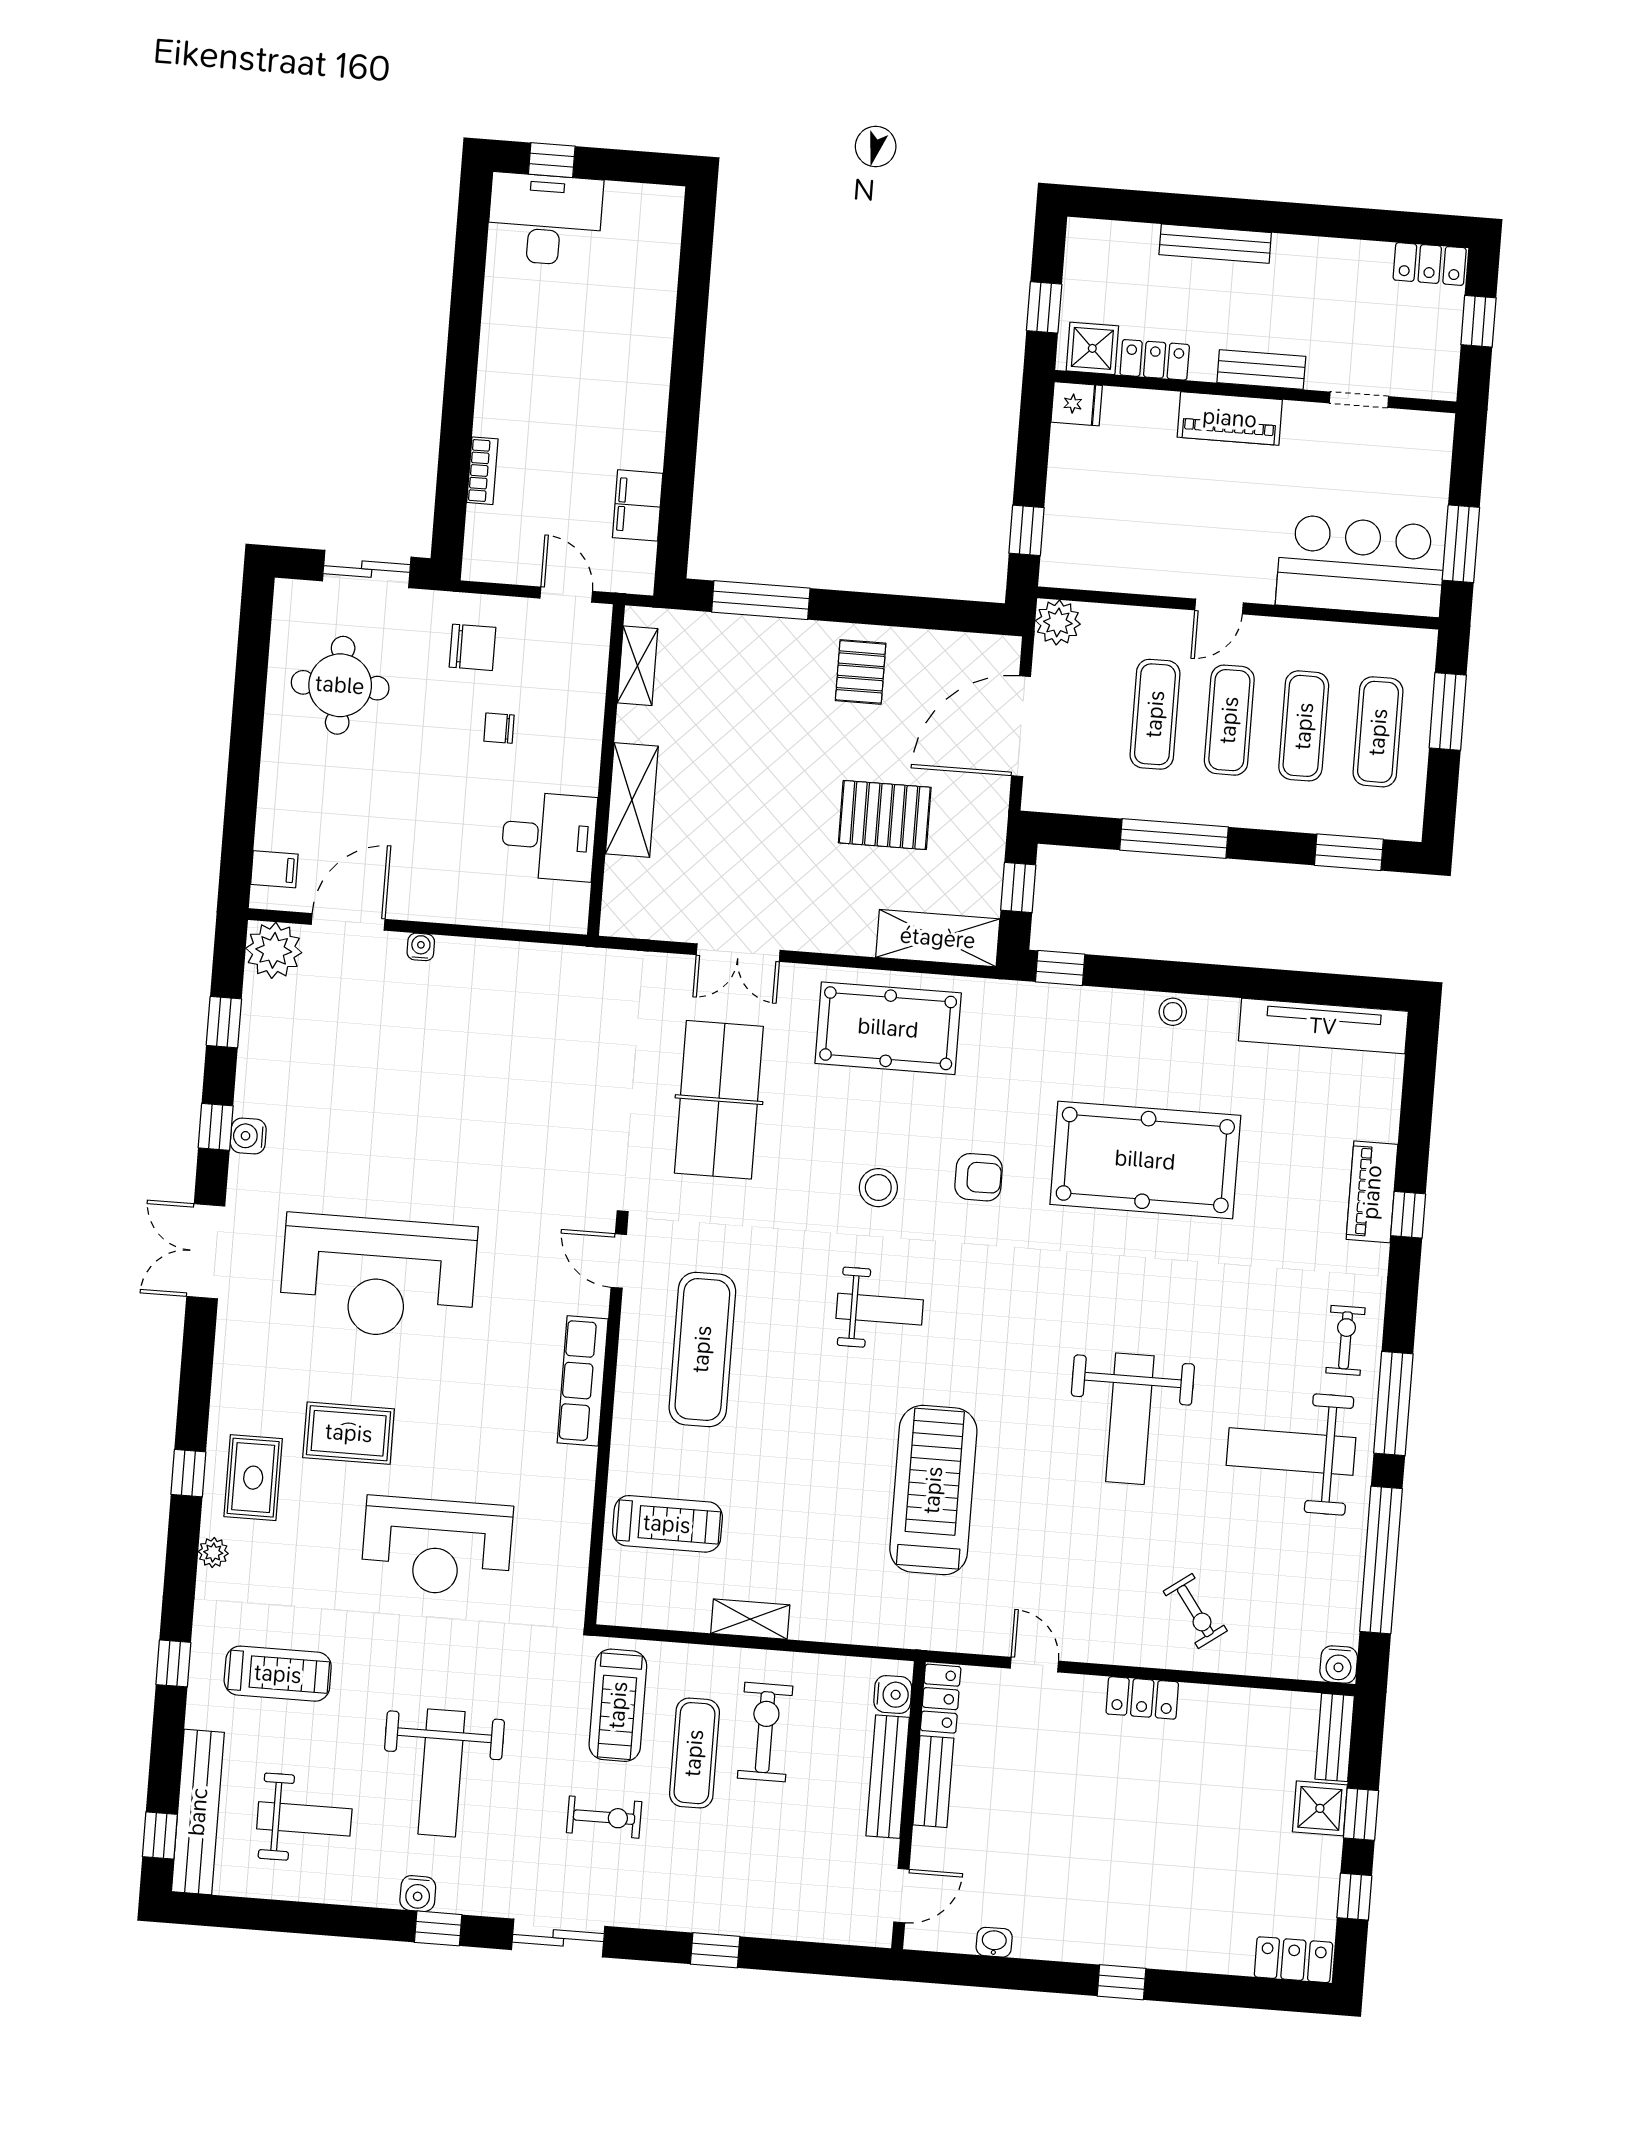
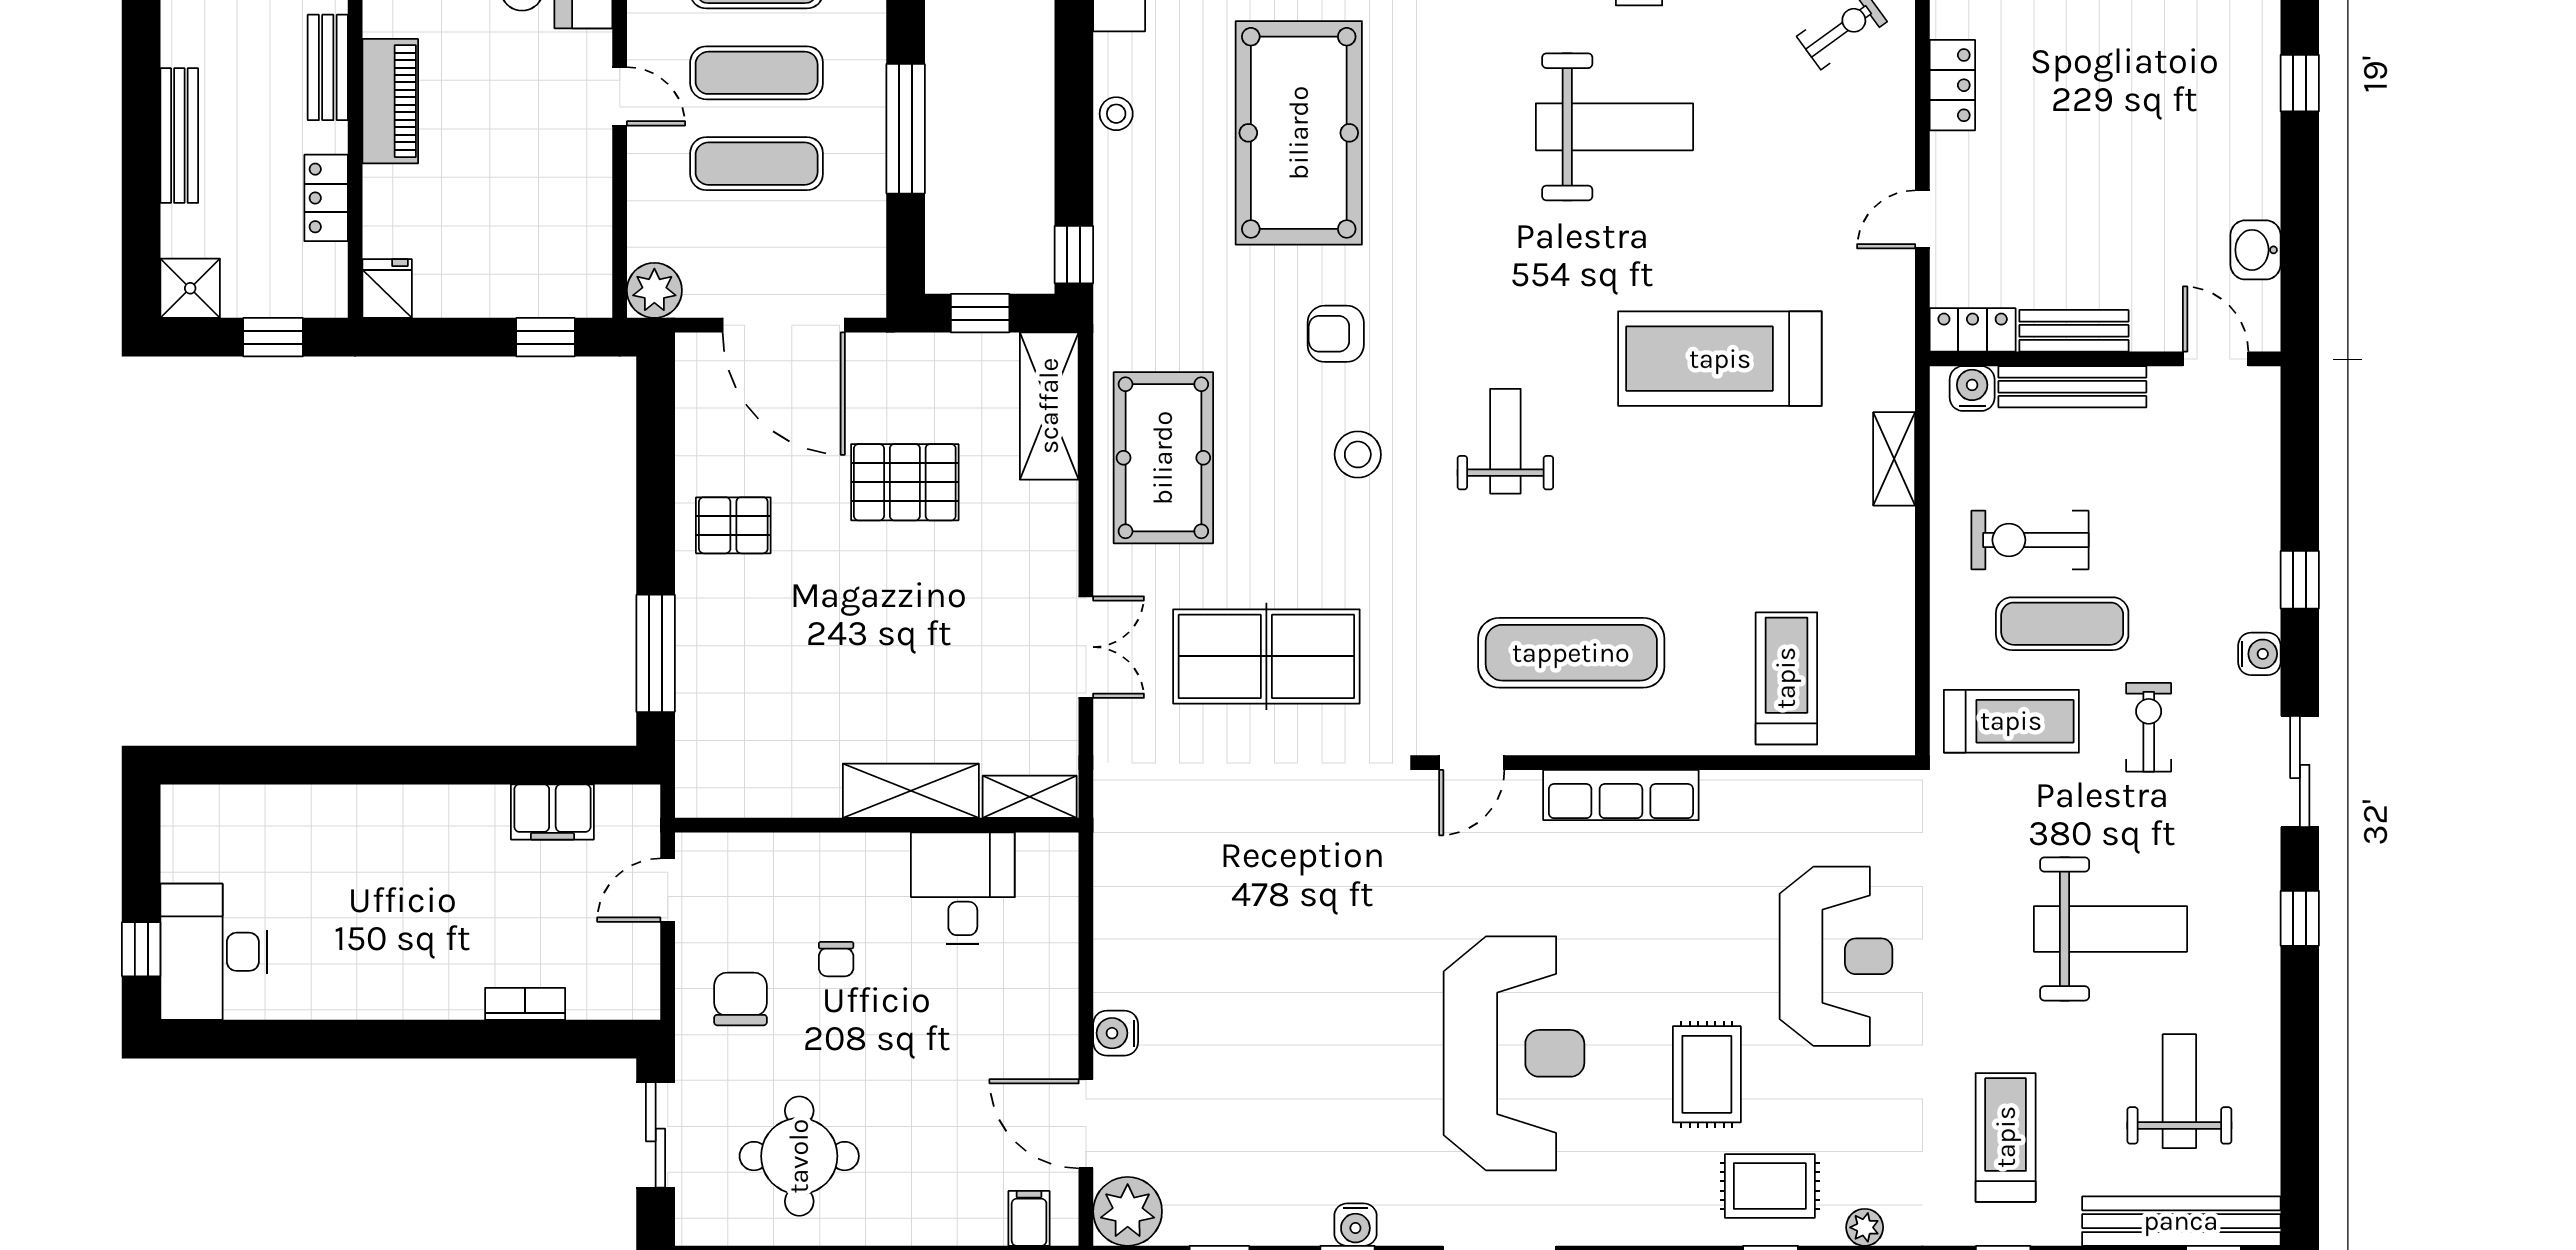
shower: (1092, 348) -> (190, 288), moved
shelving: (637, 666) -> (1030, 797), moved
pallet: (885, 815) -> (905, 482), turned 90
water cooler: (421, 947) -> (1116, 1033), width x1.38, depth x1.38
armchair: (979, 1177) -> (1336, 334), turned -90
shelving: (750, 1619) -> (1894, 459), moved
water cooler: (418, 1894) -> (2259, 654), moved
washbasin: (994, 1942) -> (2255, 250), width x1.38, depth x1.45

